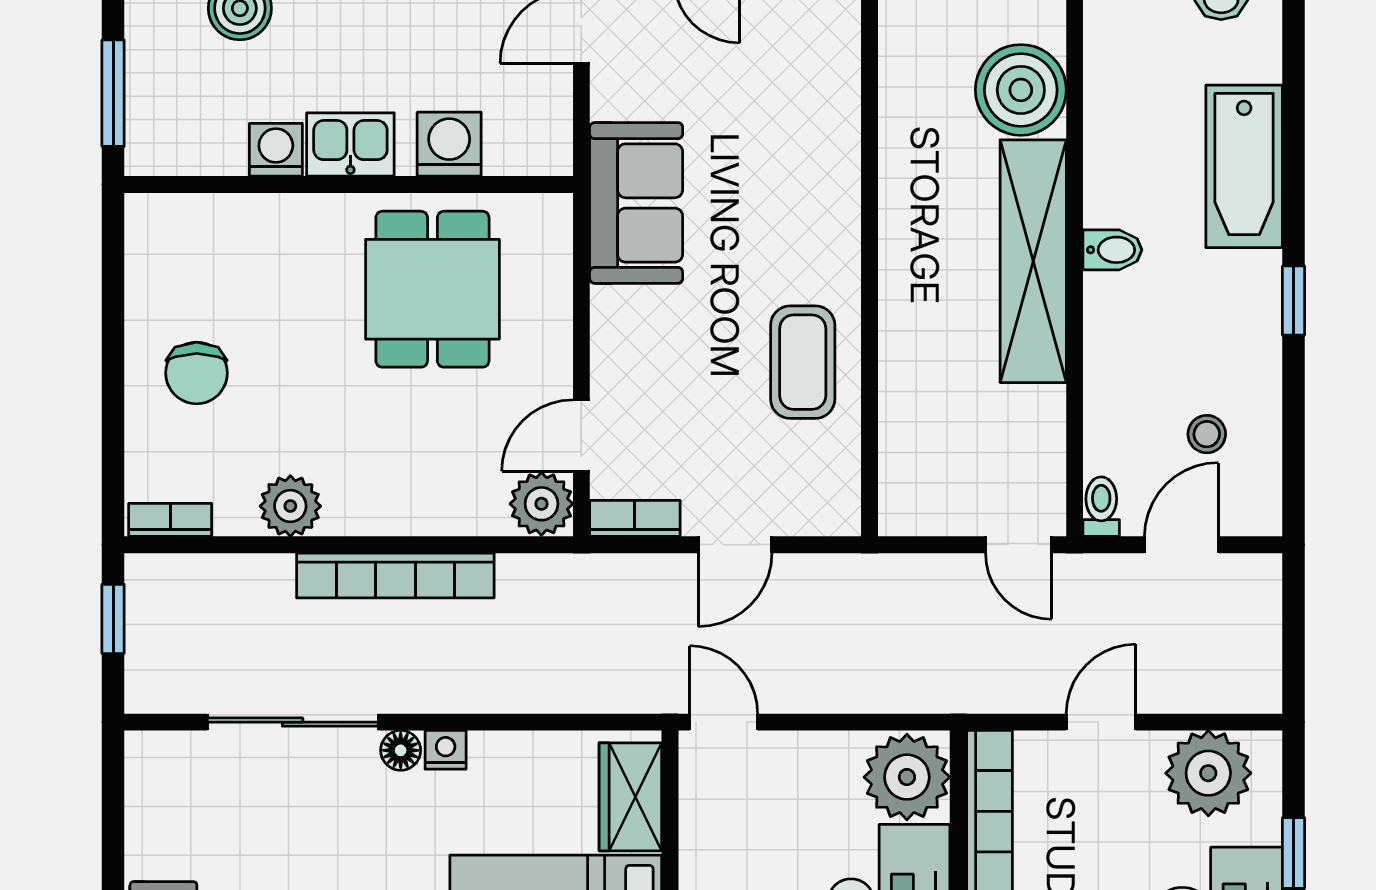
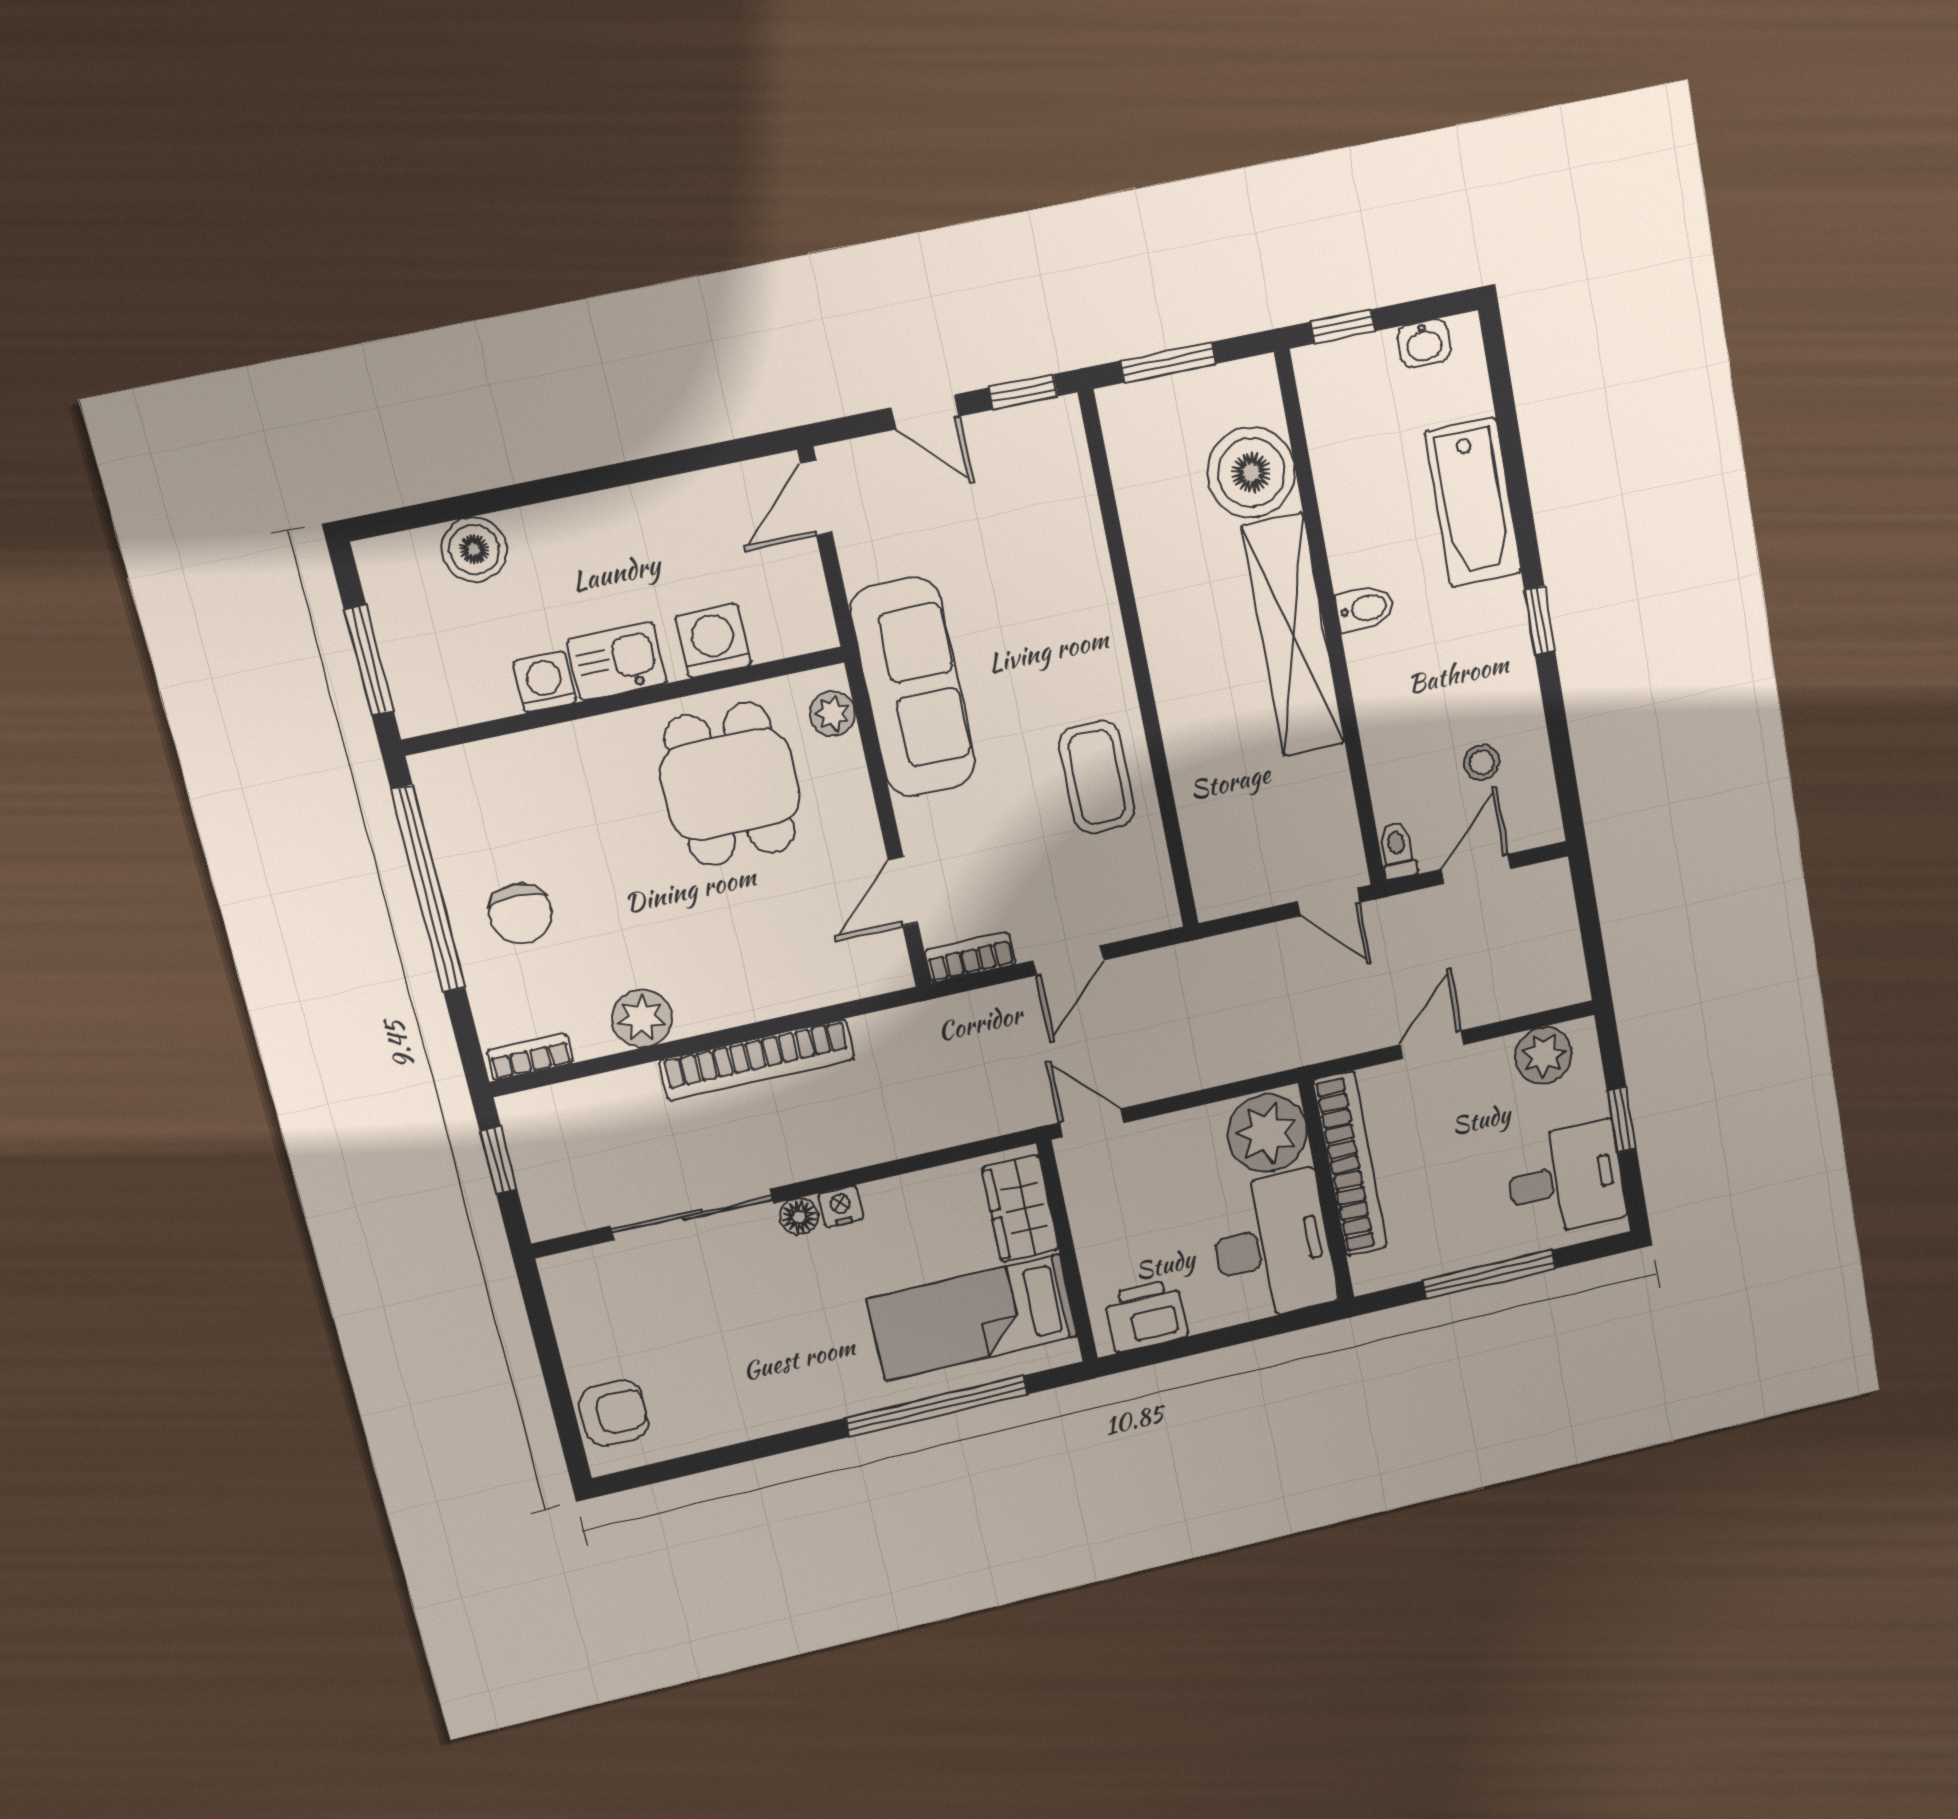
sofa: (636, 203) -> (913, 687), width x1.36
window: (113, 329) -> (428, 889), added
plant: (541, 504) -> (832, 713), moved, width x0.73, depth x0.73
plant: (1208, 773) -> (1544, 1055), width x0.73, depth x0.73

